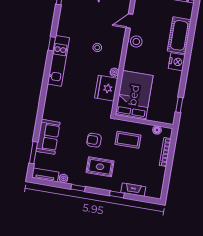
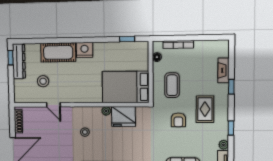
stool: (136, 42) -> (43, 81), moved

